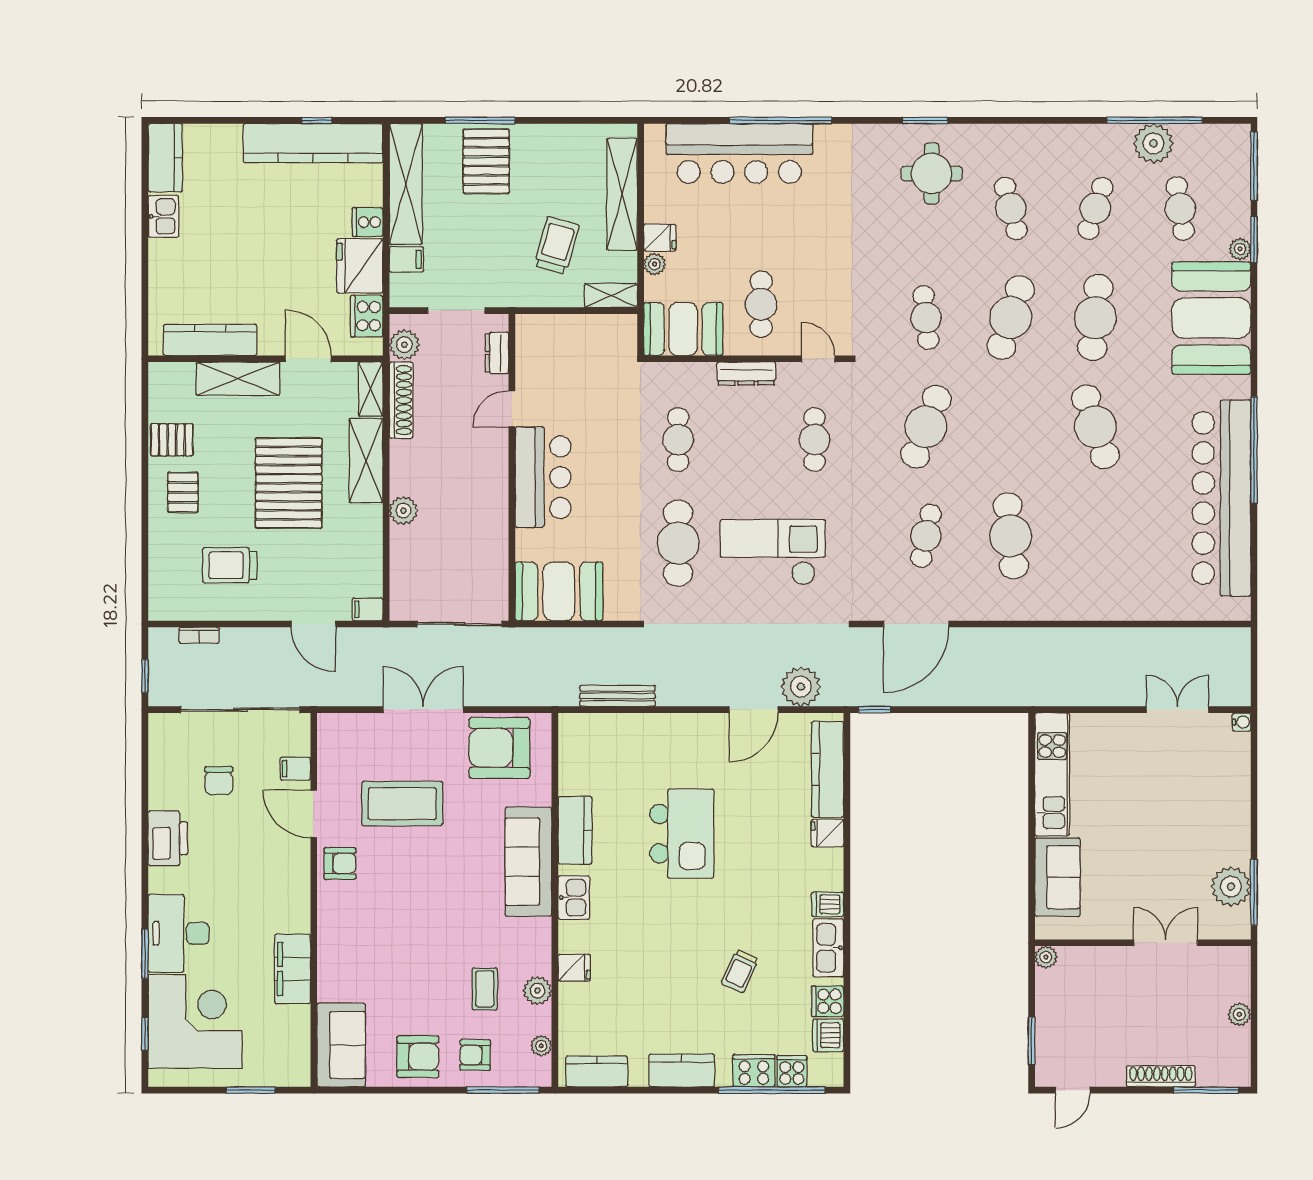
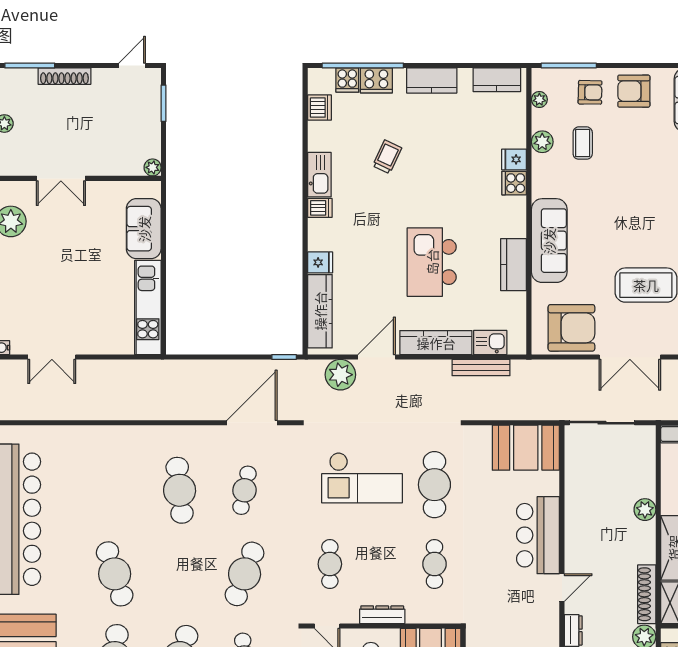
kitchen counter: (676, 729) -> (436, 343), added
kitchen sink: (574, 898) -> (490, 343), moved, turned 90
cooker: (828, 1001) -> (514, 183), moved, turned 180

